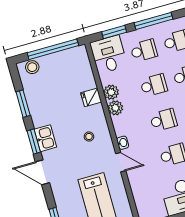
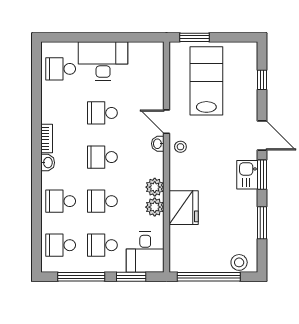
fridge: (91, 97) -> (184, 208), width x1.88, depth x1.34
stool: (89, 137) -> (180, 147), moved

